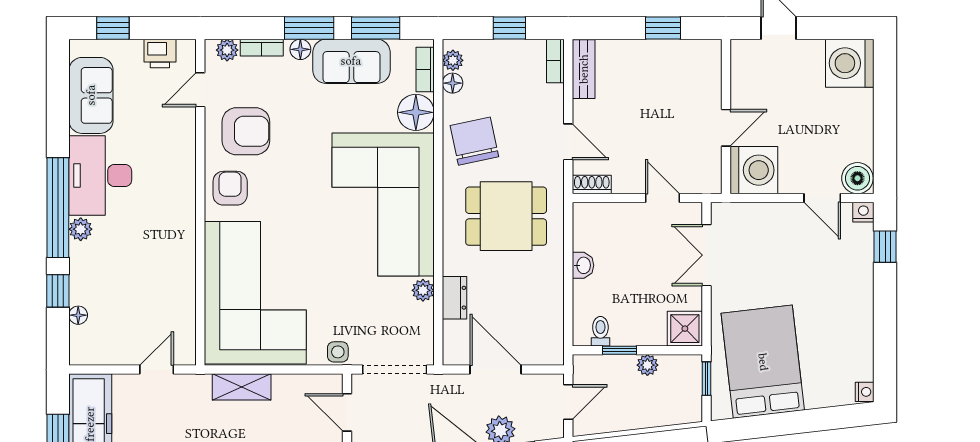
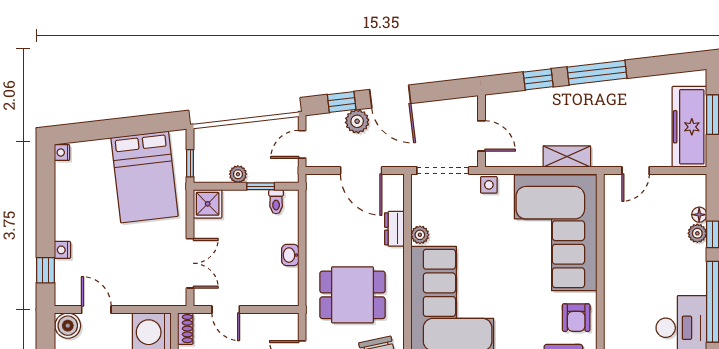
shoe rack: (592, 185) -> (185, 329), moved, turned -90
nightstand: (863, 212) -> (62, 250), moved, turned 90
plant: (81, 229) -> (697, 233), moved

